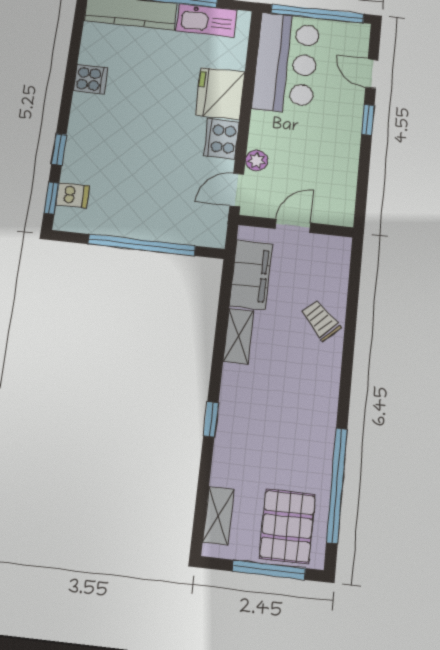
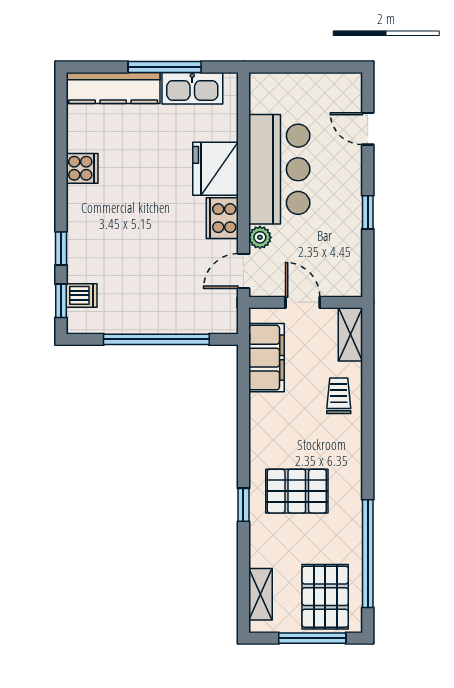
window: (317, 14) -> (306, 67), removed
bar counter: (286, 63) -> (279, 169), moved
window: (368, 120) -> (368, 212), moved
door: (293, 226) -> (303, 302), hinge flipped
trolley: (321, 320) -> (339, 396), turned 44
shelving: (238, 336) -> (350, 334), moved
pallet: (268, 412) -> (297, 491), added

